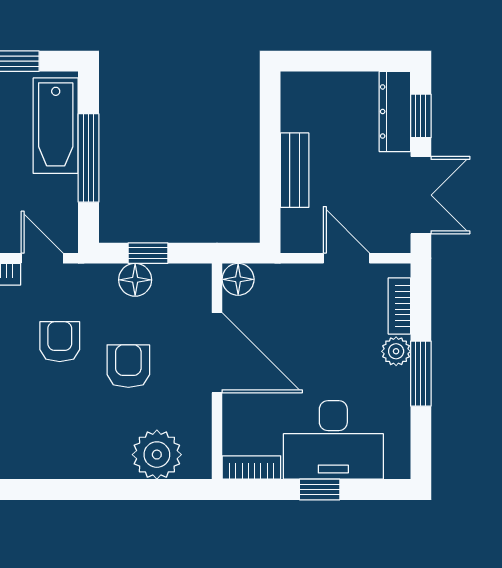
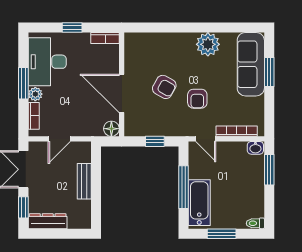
dresser: (395, 111) -> (48, 221), moved, turned -90
door: (346, 258) -> (59, 139), hinge flipped
floor lamp: (135, 280) -> (161, 128), removed
armchair: (128, 366) -> (164, 87), turned -61
desk: (333, 440) -> (47, 62), moved, turned -90
plant: (157, 455) -> (208, 44), moved

